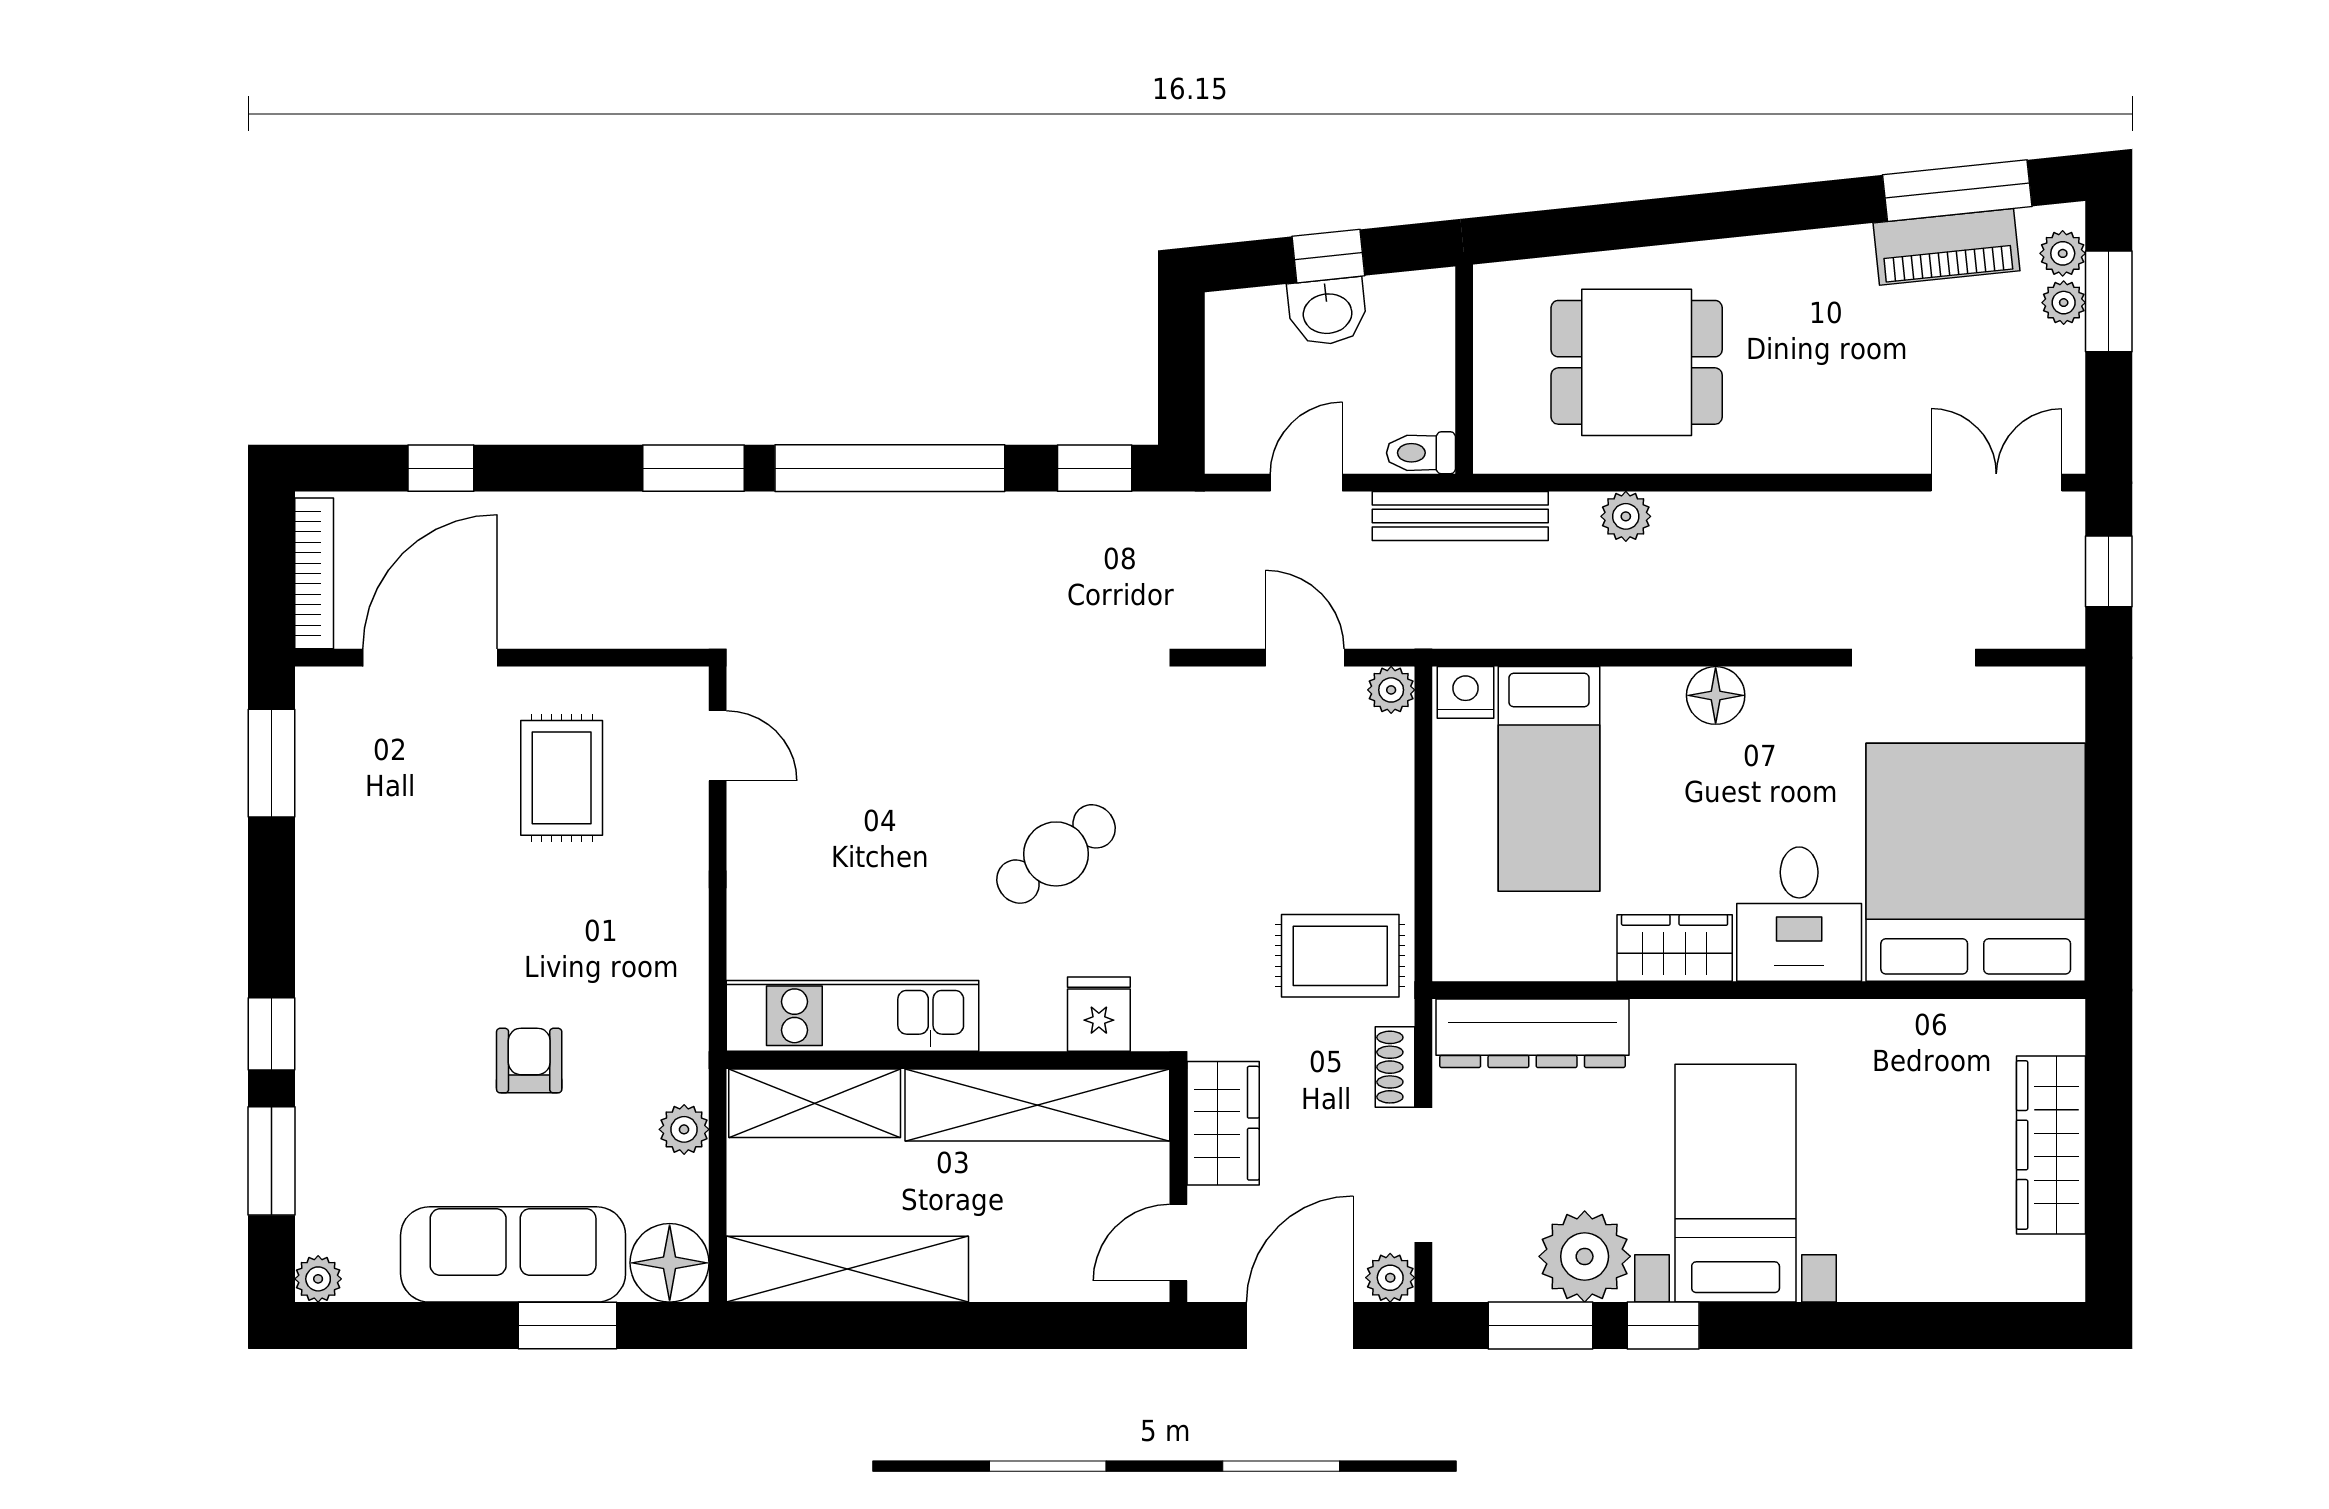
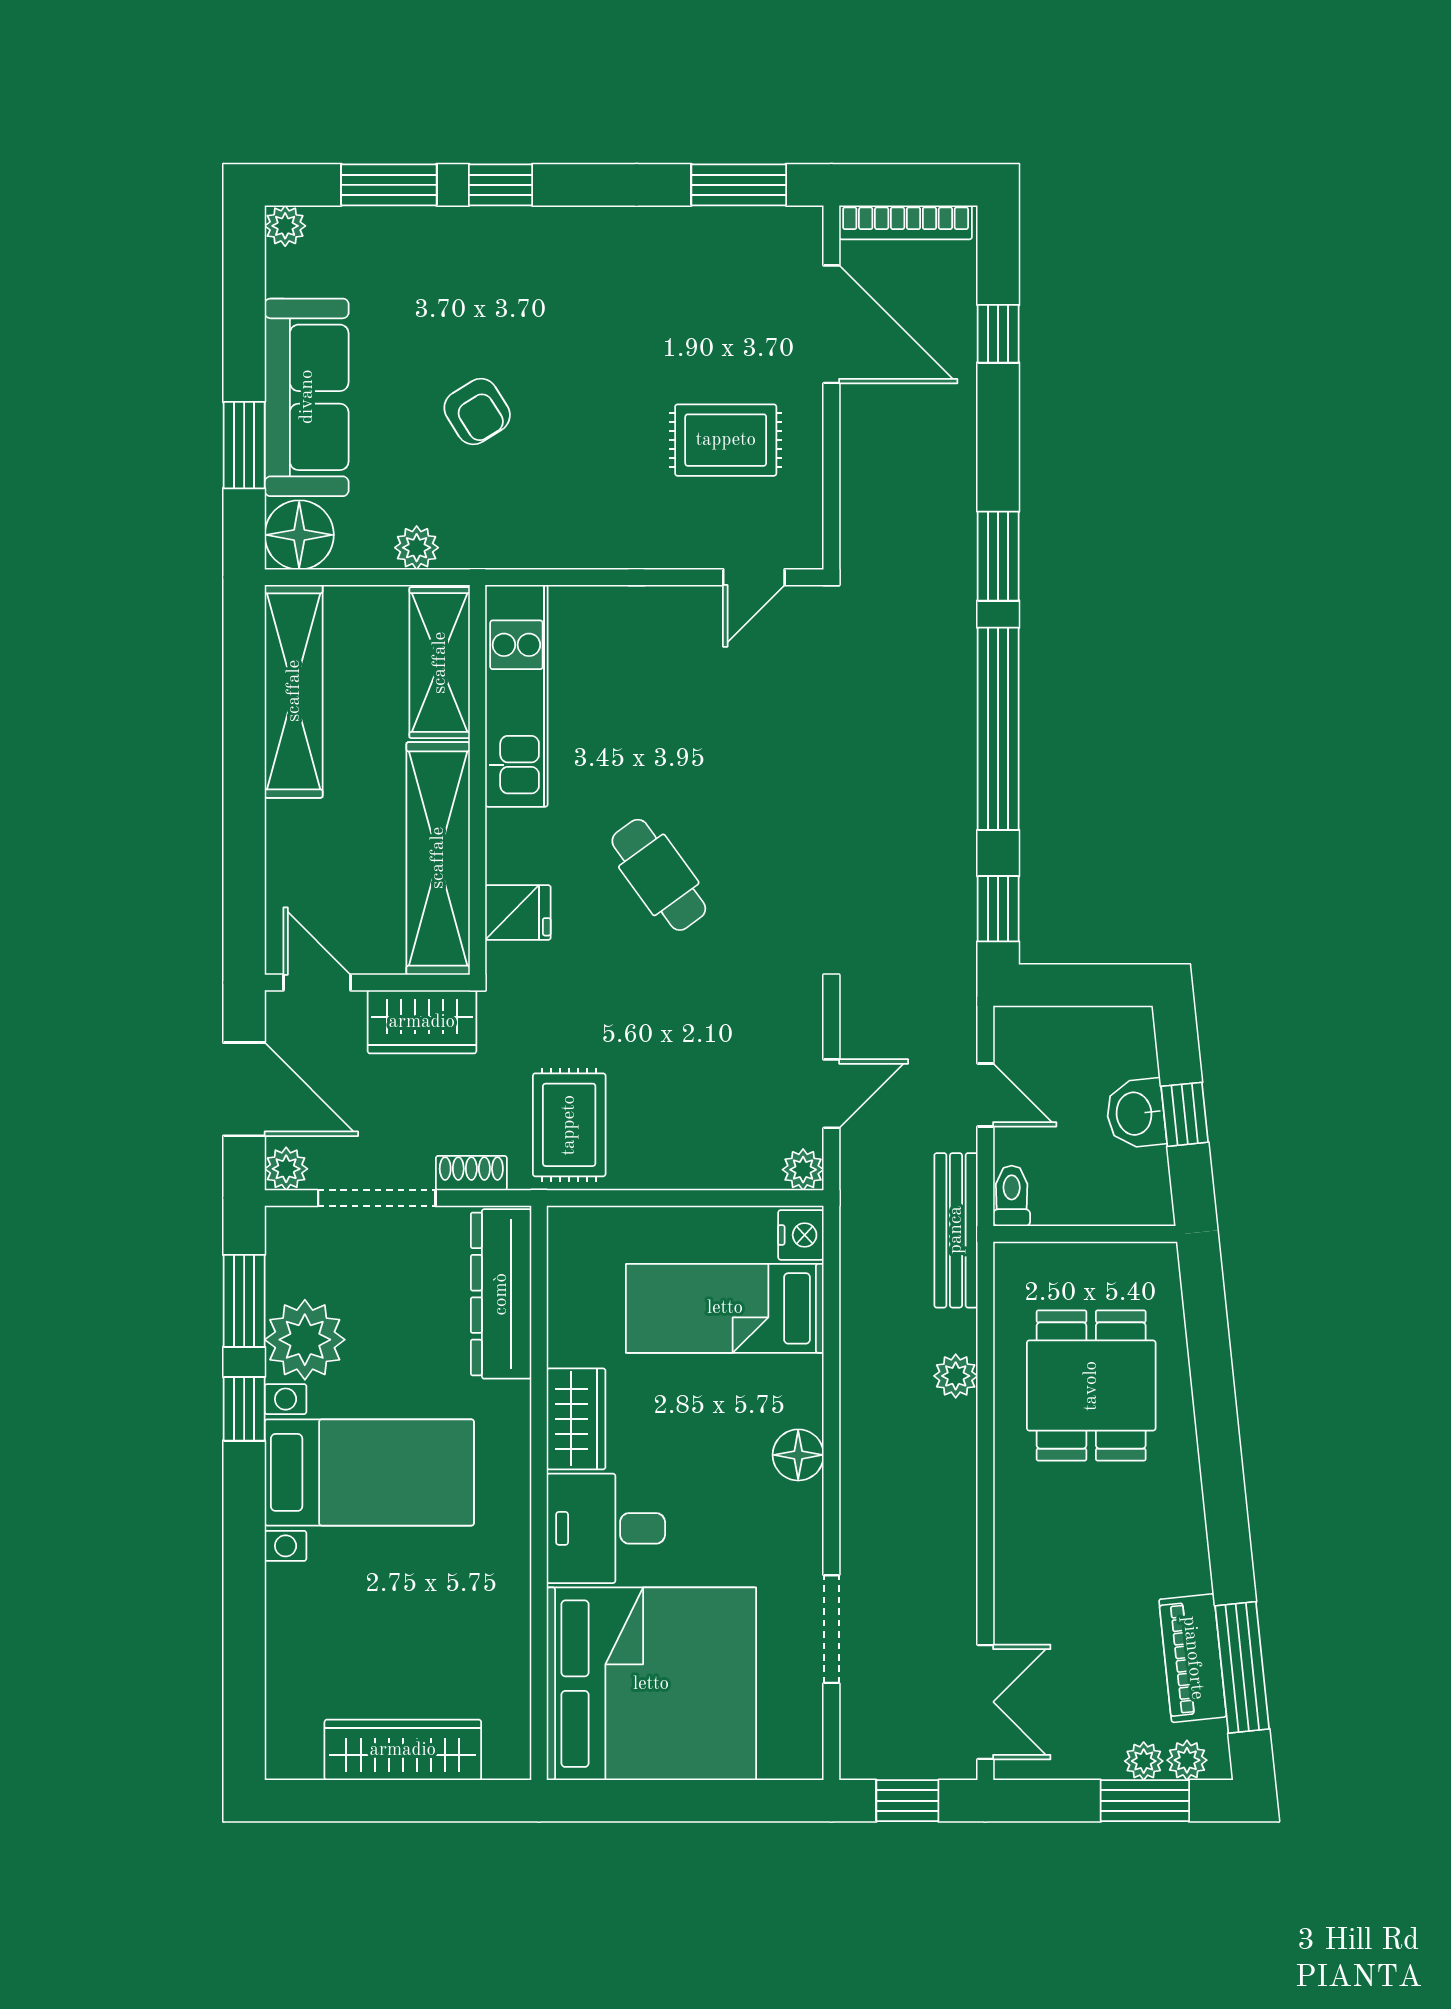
armchair: (529, 1061) -> (477, 411), turned 58

